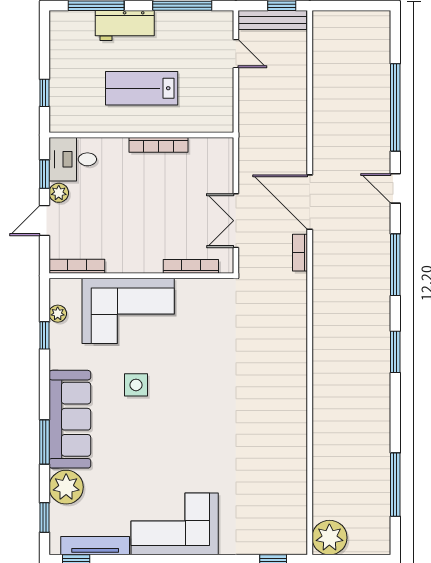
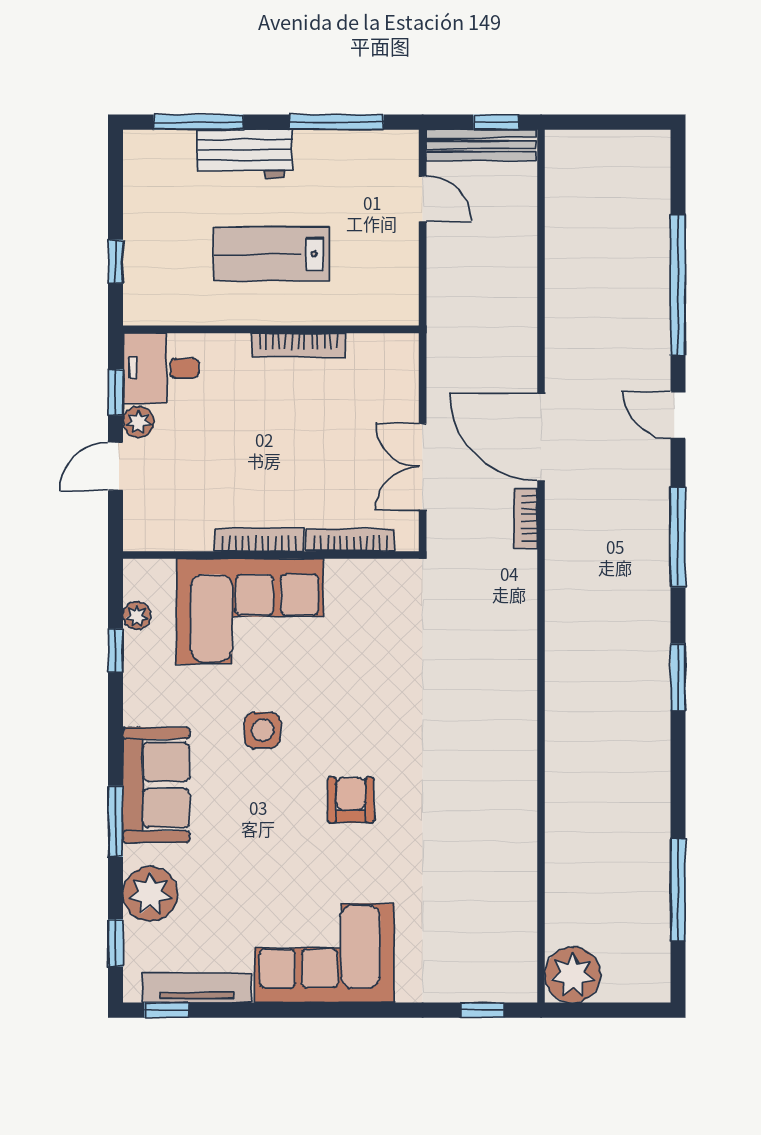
bookcase: (77, 266) -> (259, 540), moved
sofa: (70, 419) -> (156, 785), width x0.73
armchair: (191, 429) -> (351, 800), added

